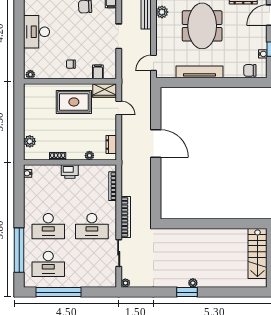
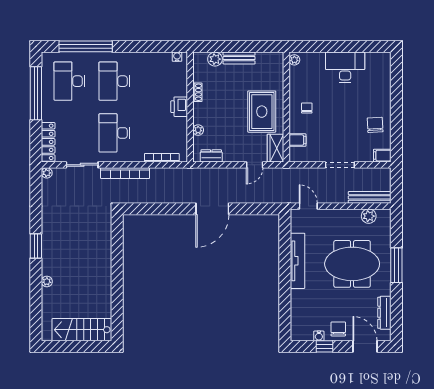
chair: (250, 70) -> (338, 329), moved
bench: (29, 121) -> (239, 58), added
locker: (99, 282) -> (48, 142), added
plant: (193, 283) -> (47, 282), moved

